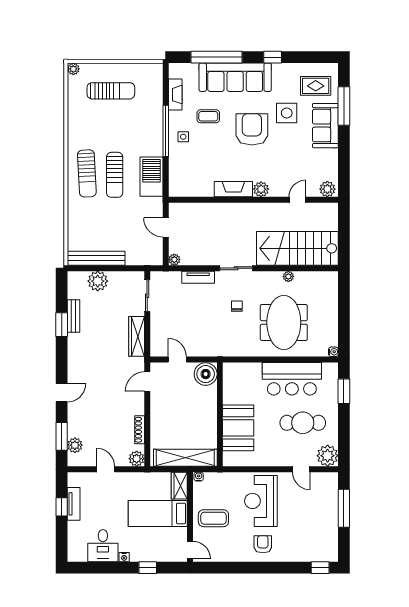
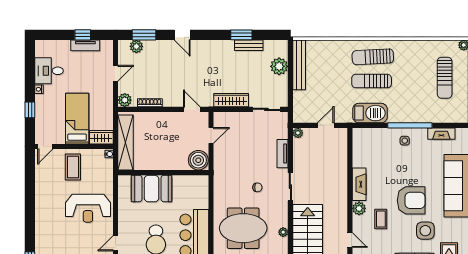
coffee table: (208, 116) -> (381, 219), moved
reception desk: (261, 501) -> (88, 208), turned 180
armchair: (263, 544) -> (50, 210), removed

